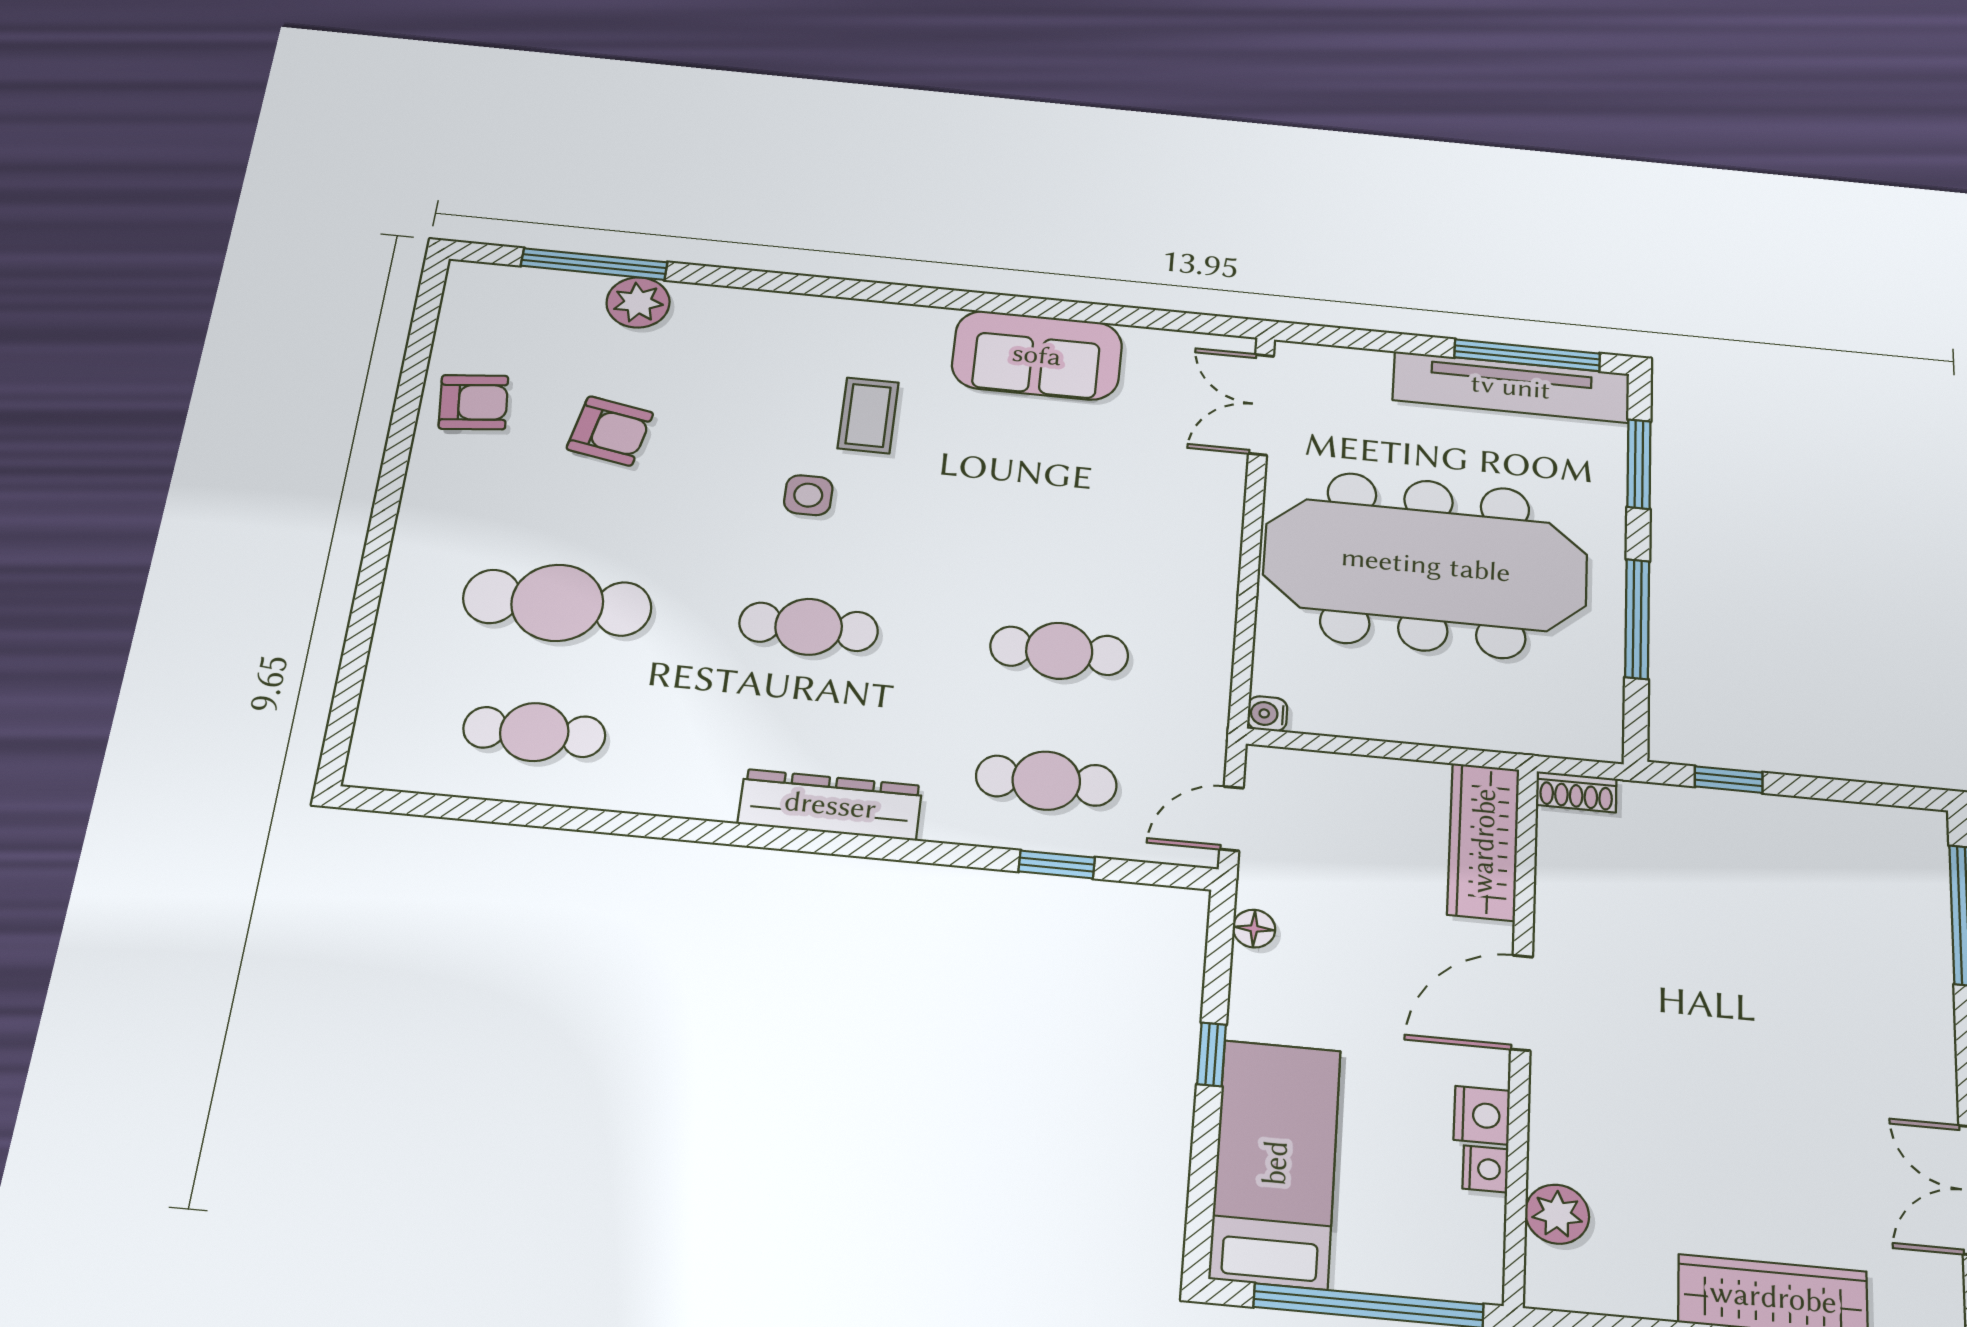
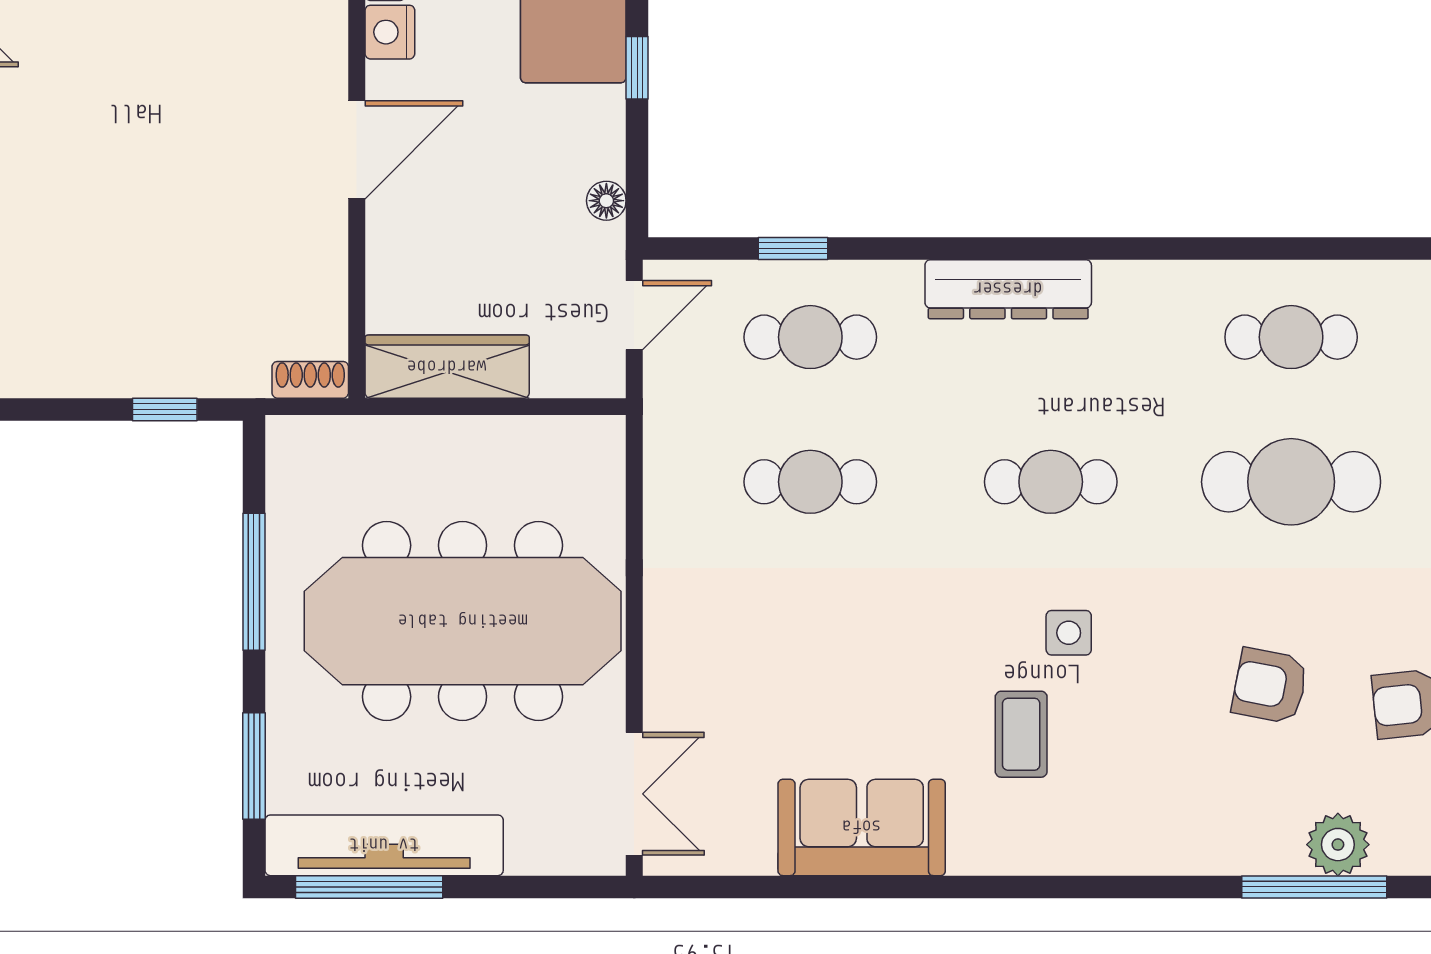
plant: (638, 302) -> (1338, 845), moved
water cooler: (1267, 714) -> (607, 434), removed
wardrobe: (1483, 841) -> (447, 367), moved, turned -90

